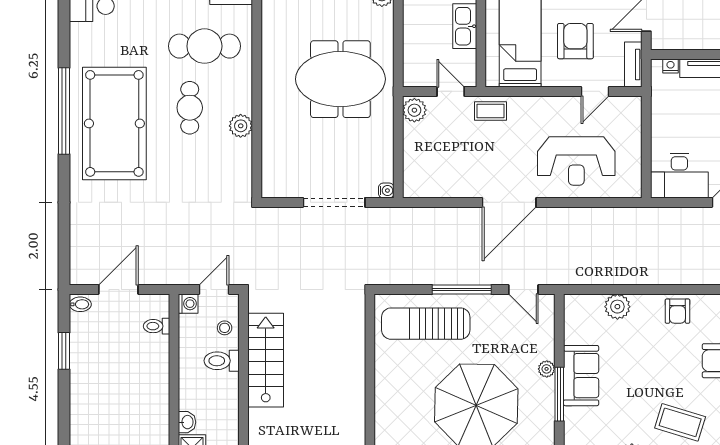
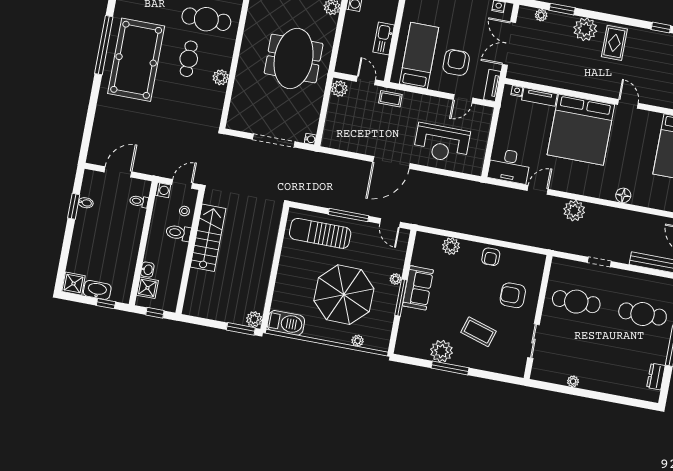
meeting table: (340, 79) -> (294, 58), turned 90
bidet: (80, 304) -> (86, 203), moved

